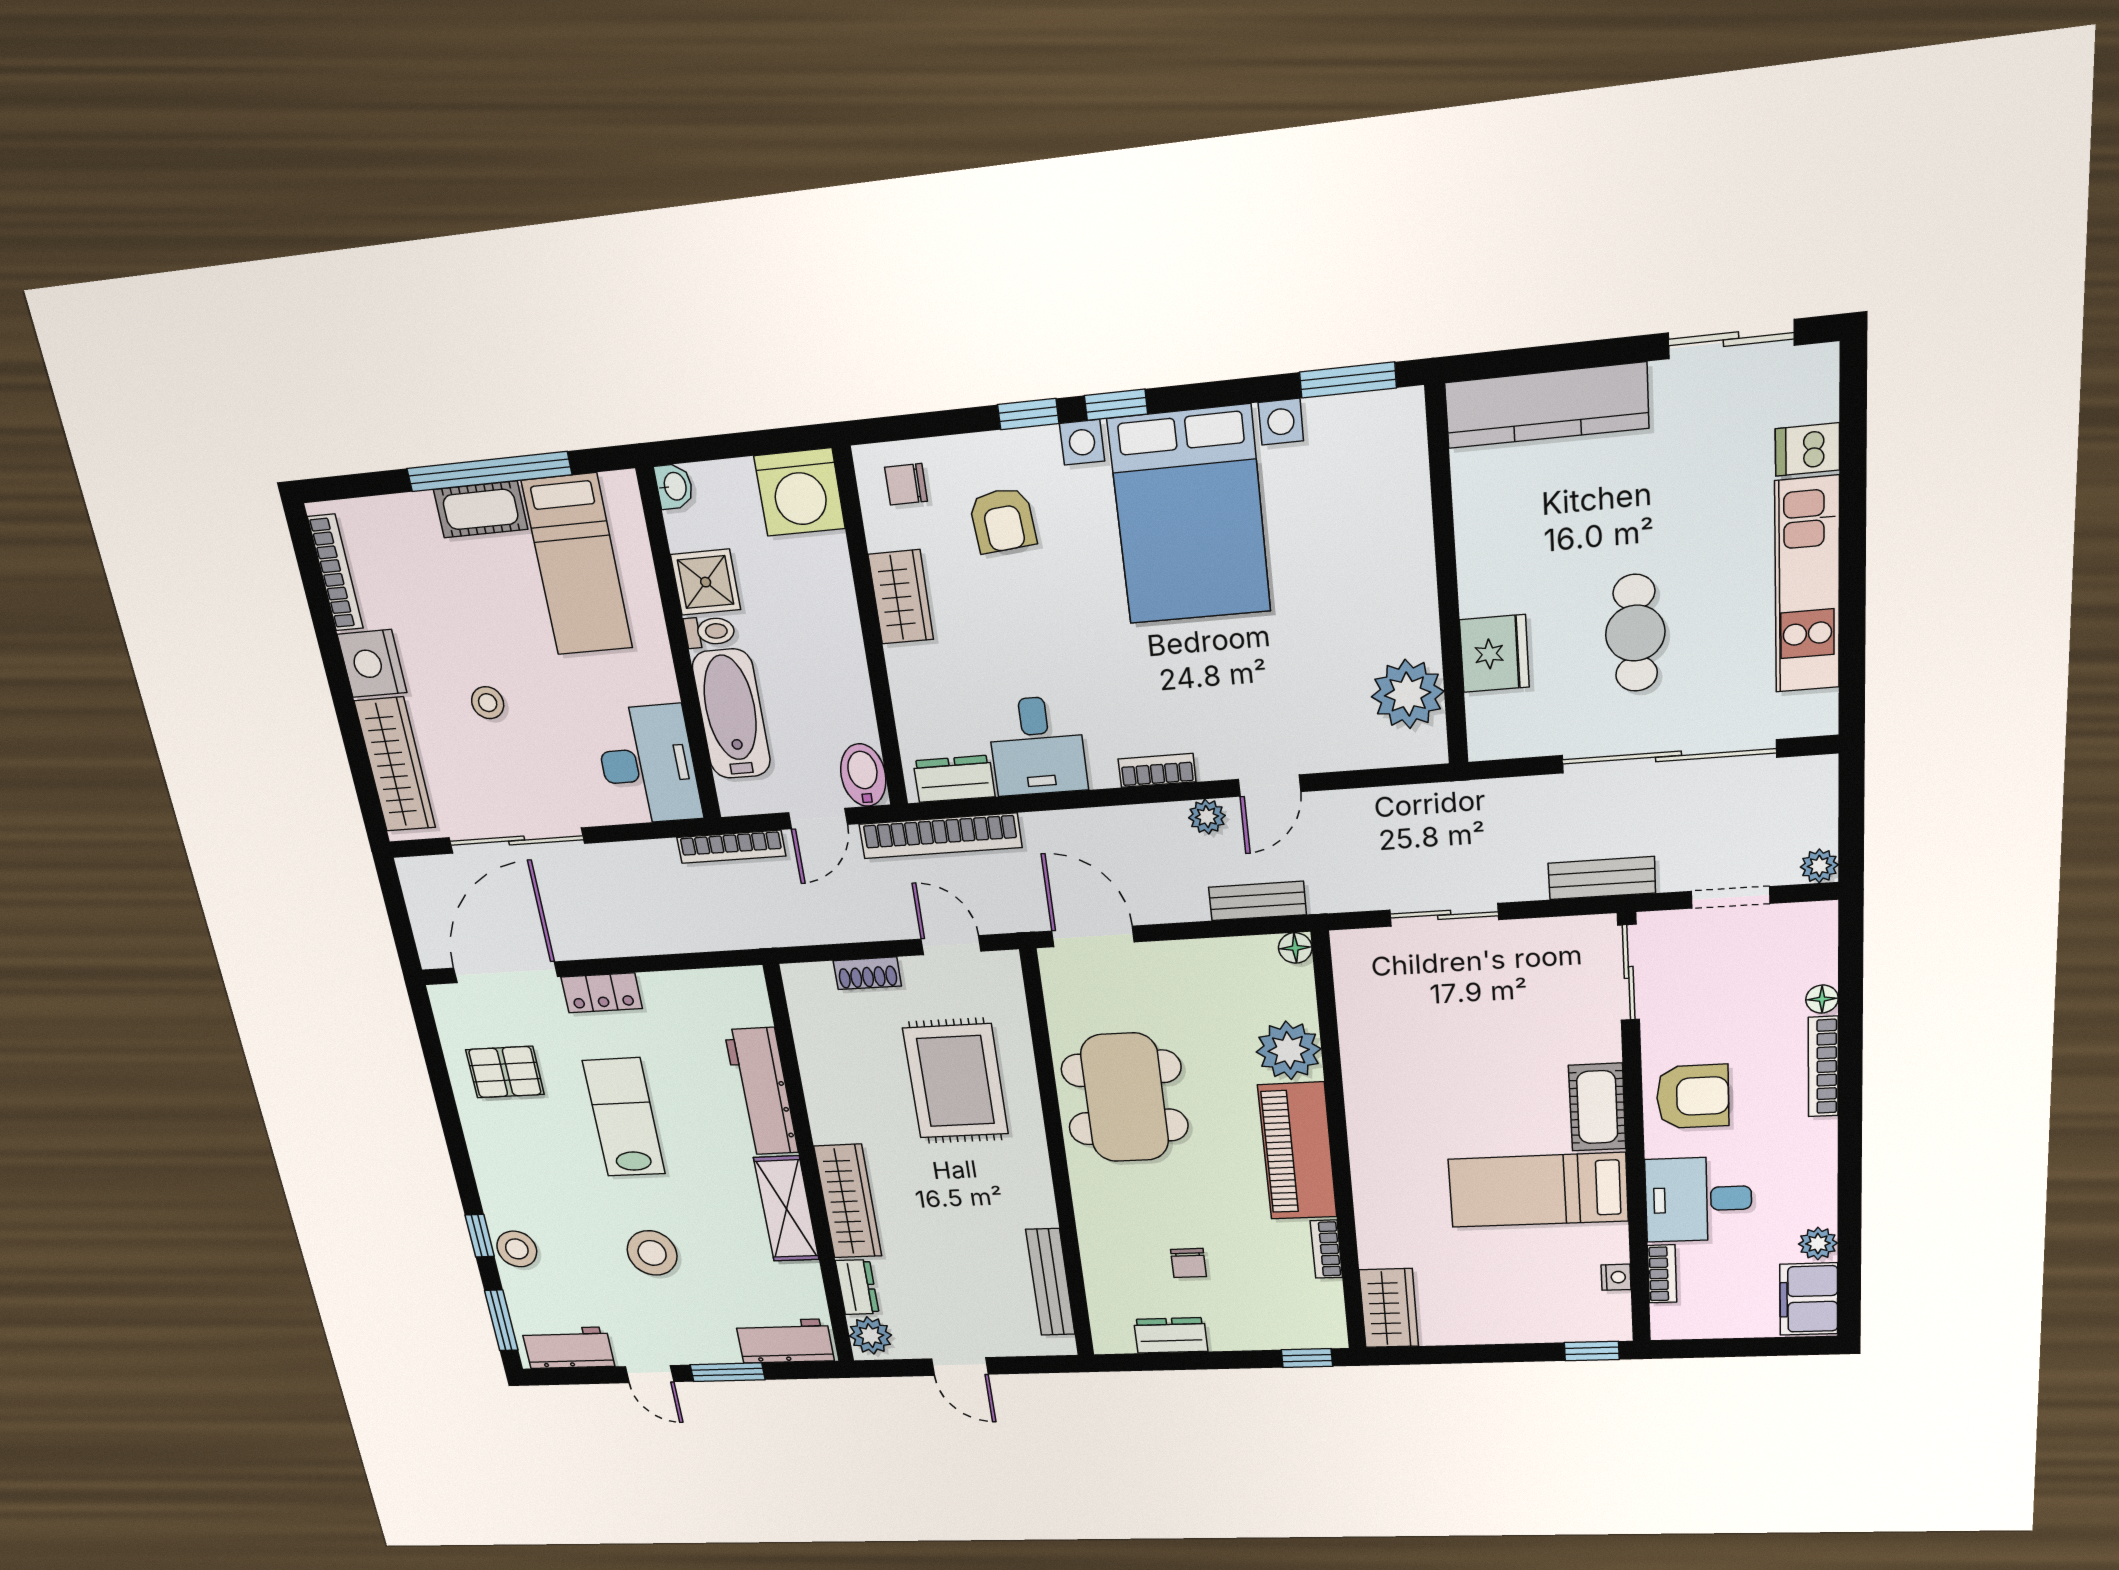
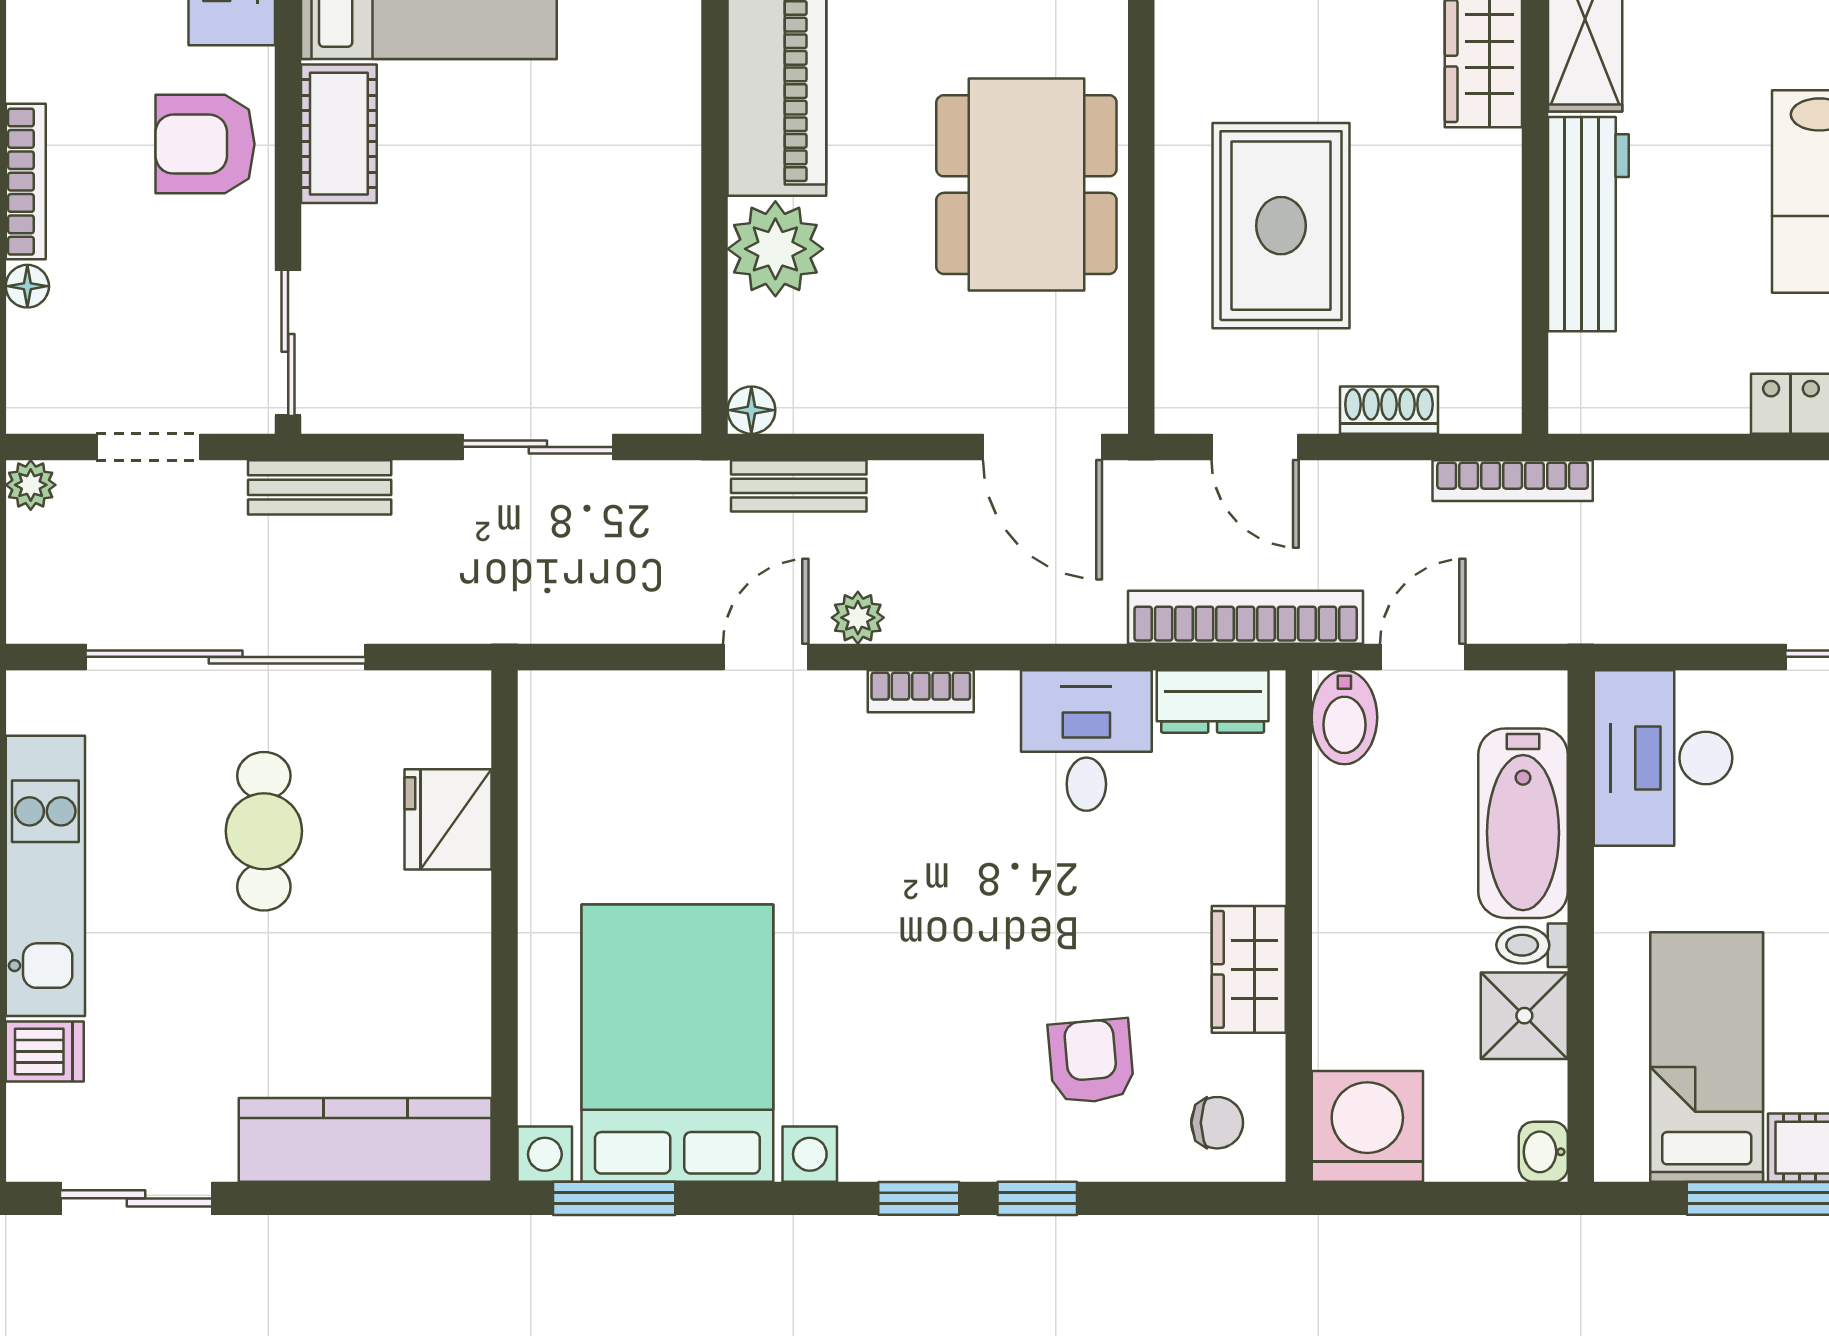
bed with nightstands: (1190, 516) -> (677, 1043), moved
plant: (1408, 694) -> (567, 773), removed
bookcase: (731, 847) -> (1513, 481), moved, turned 180

